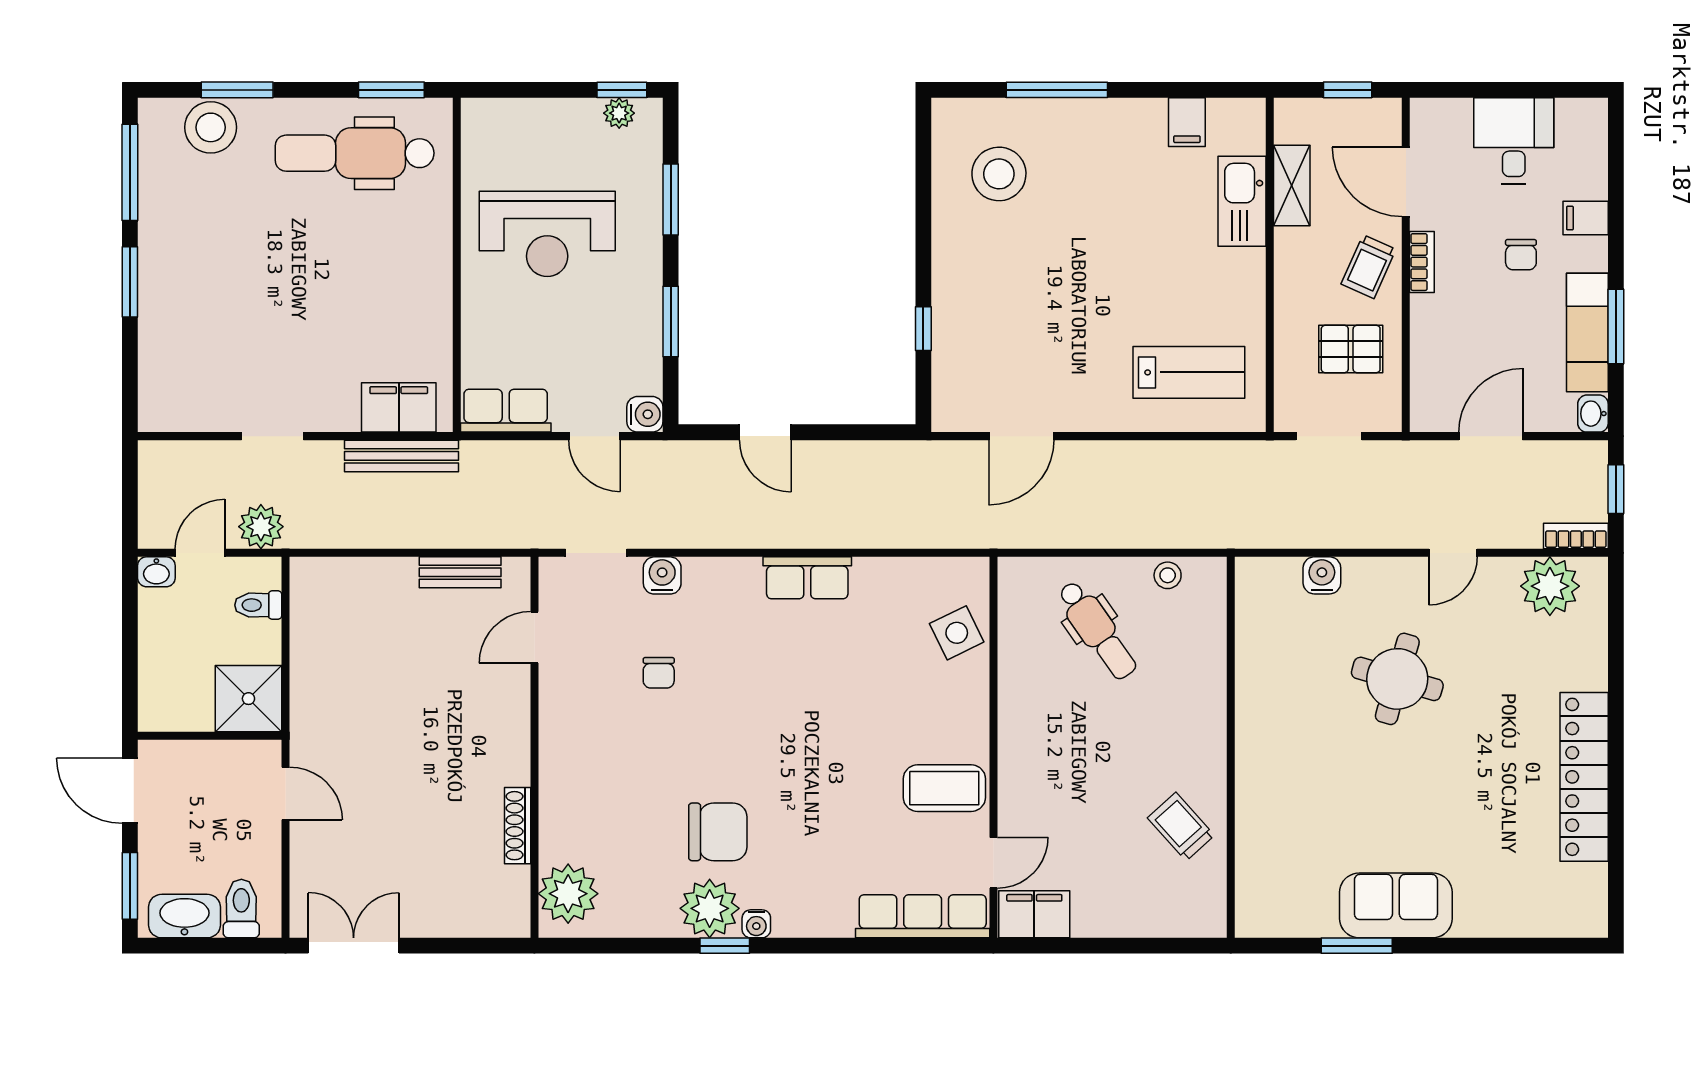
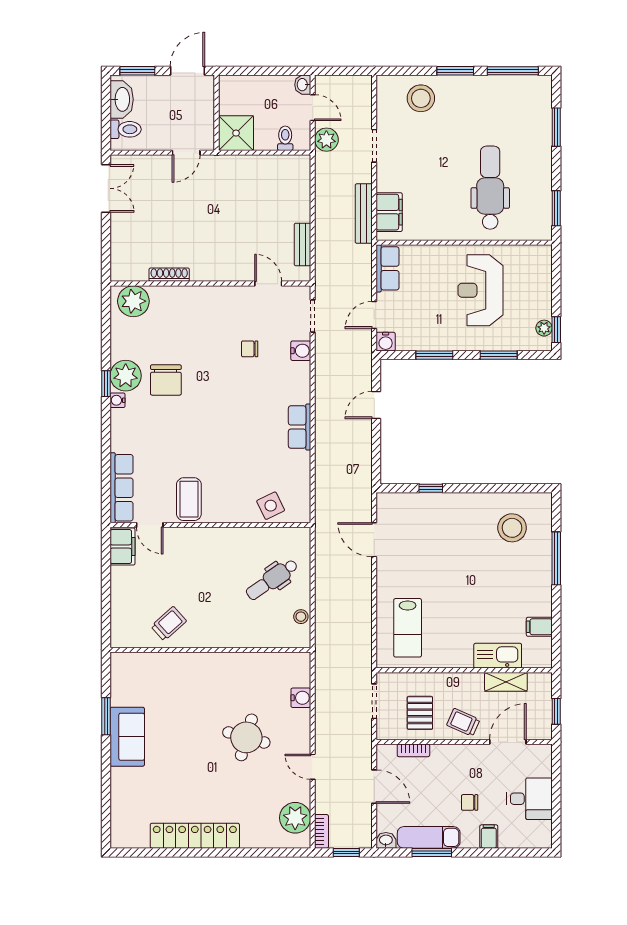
stool: (211, 127) -> (421, 98), moved
dental chair: (355, 153) -> (490, 188), moved
bookcase: (1422, 262) -> (413, 750), moved

